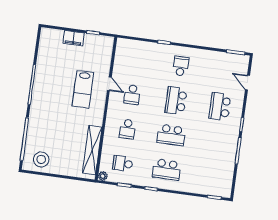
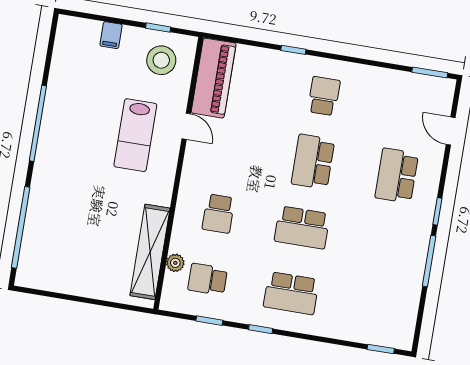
filing cabinet: (74, 38) -> (111, 35), width x0.50
piano: (123, 58) -> (214, 78), added
school desk: (132, 95) -> (229, 148), removed
stool: (41, 159) -> (161, 60), moved
plant: (103, 176) -> (175, 263), moved

